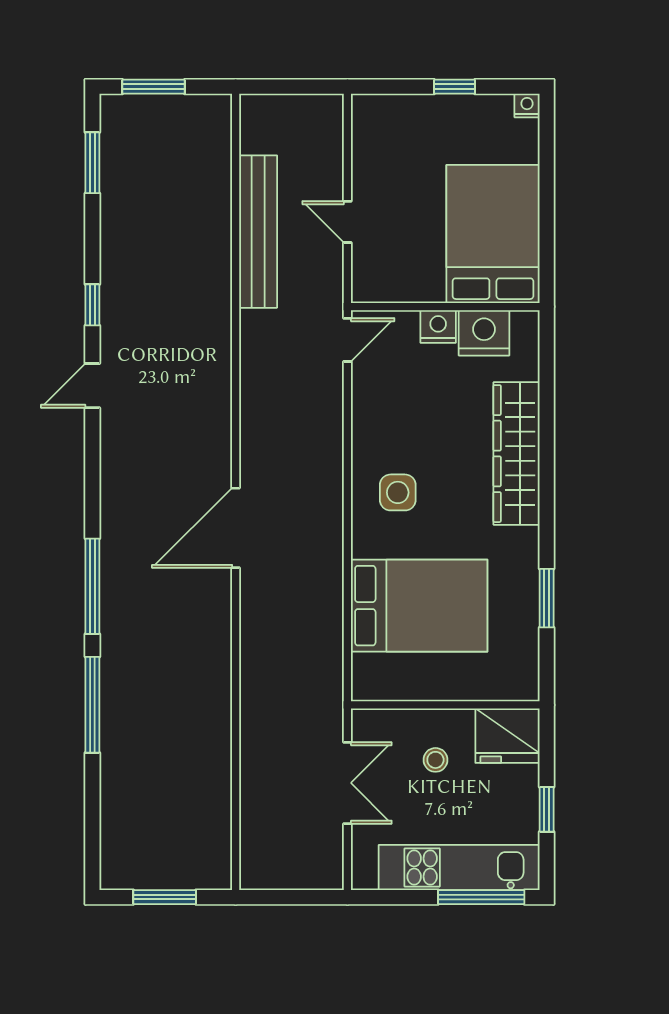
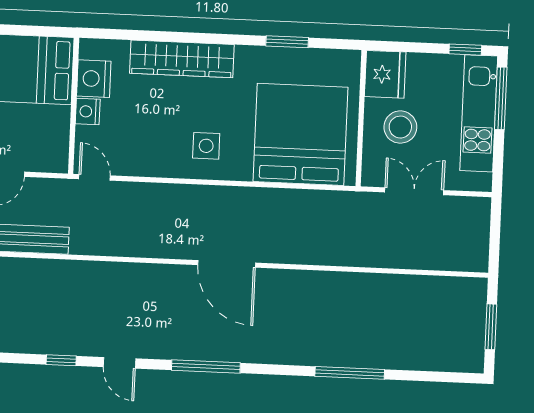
window: (92, 586) -> (206, 367), moved
bed: (419, 606) -> (301, 134), width x1.36
stool: (435, 760) -> (400, 127), width x1.89, depth x1.89
window: (547, 809) -> (465, 50), moved

